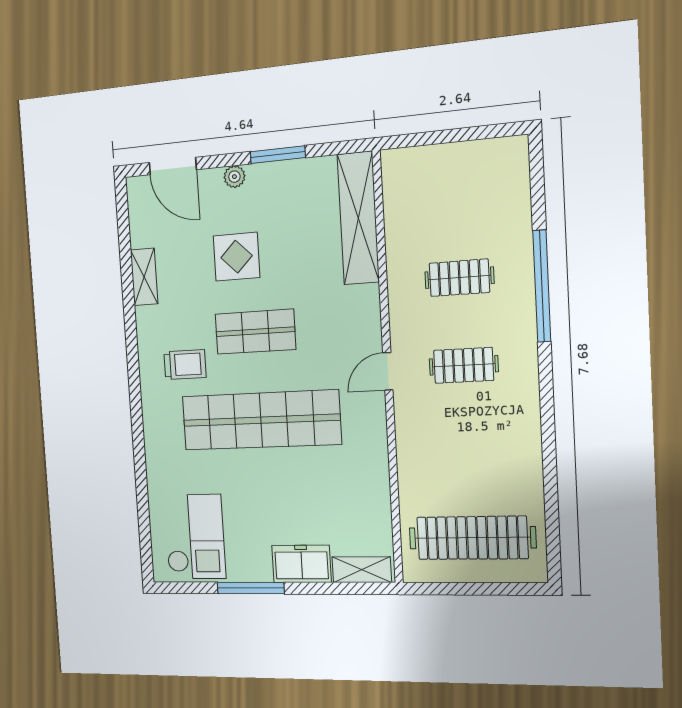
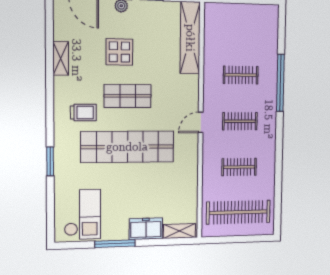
window: (139, 448) -> (50, 161), added
clothes rail: (468, 452) -> (239, 167), added

